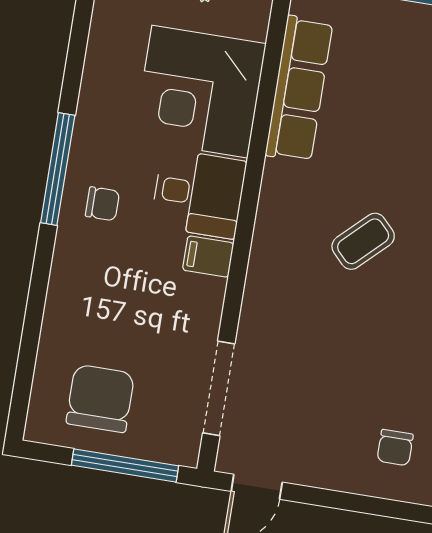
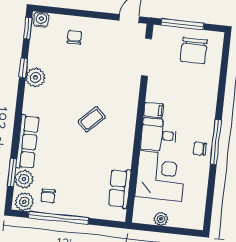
row of seats: (299, 89) -> (120, 188), width x0.68
chair: (102, 204) -> (200, 149), moved

